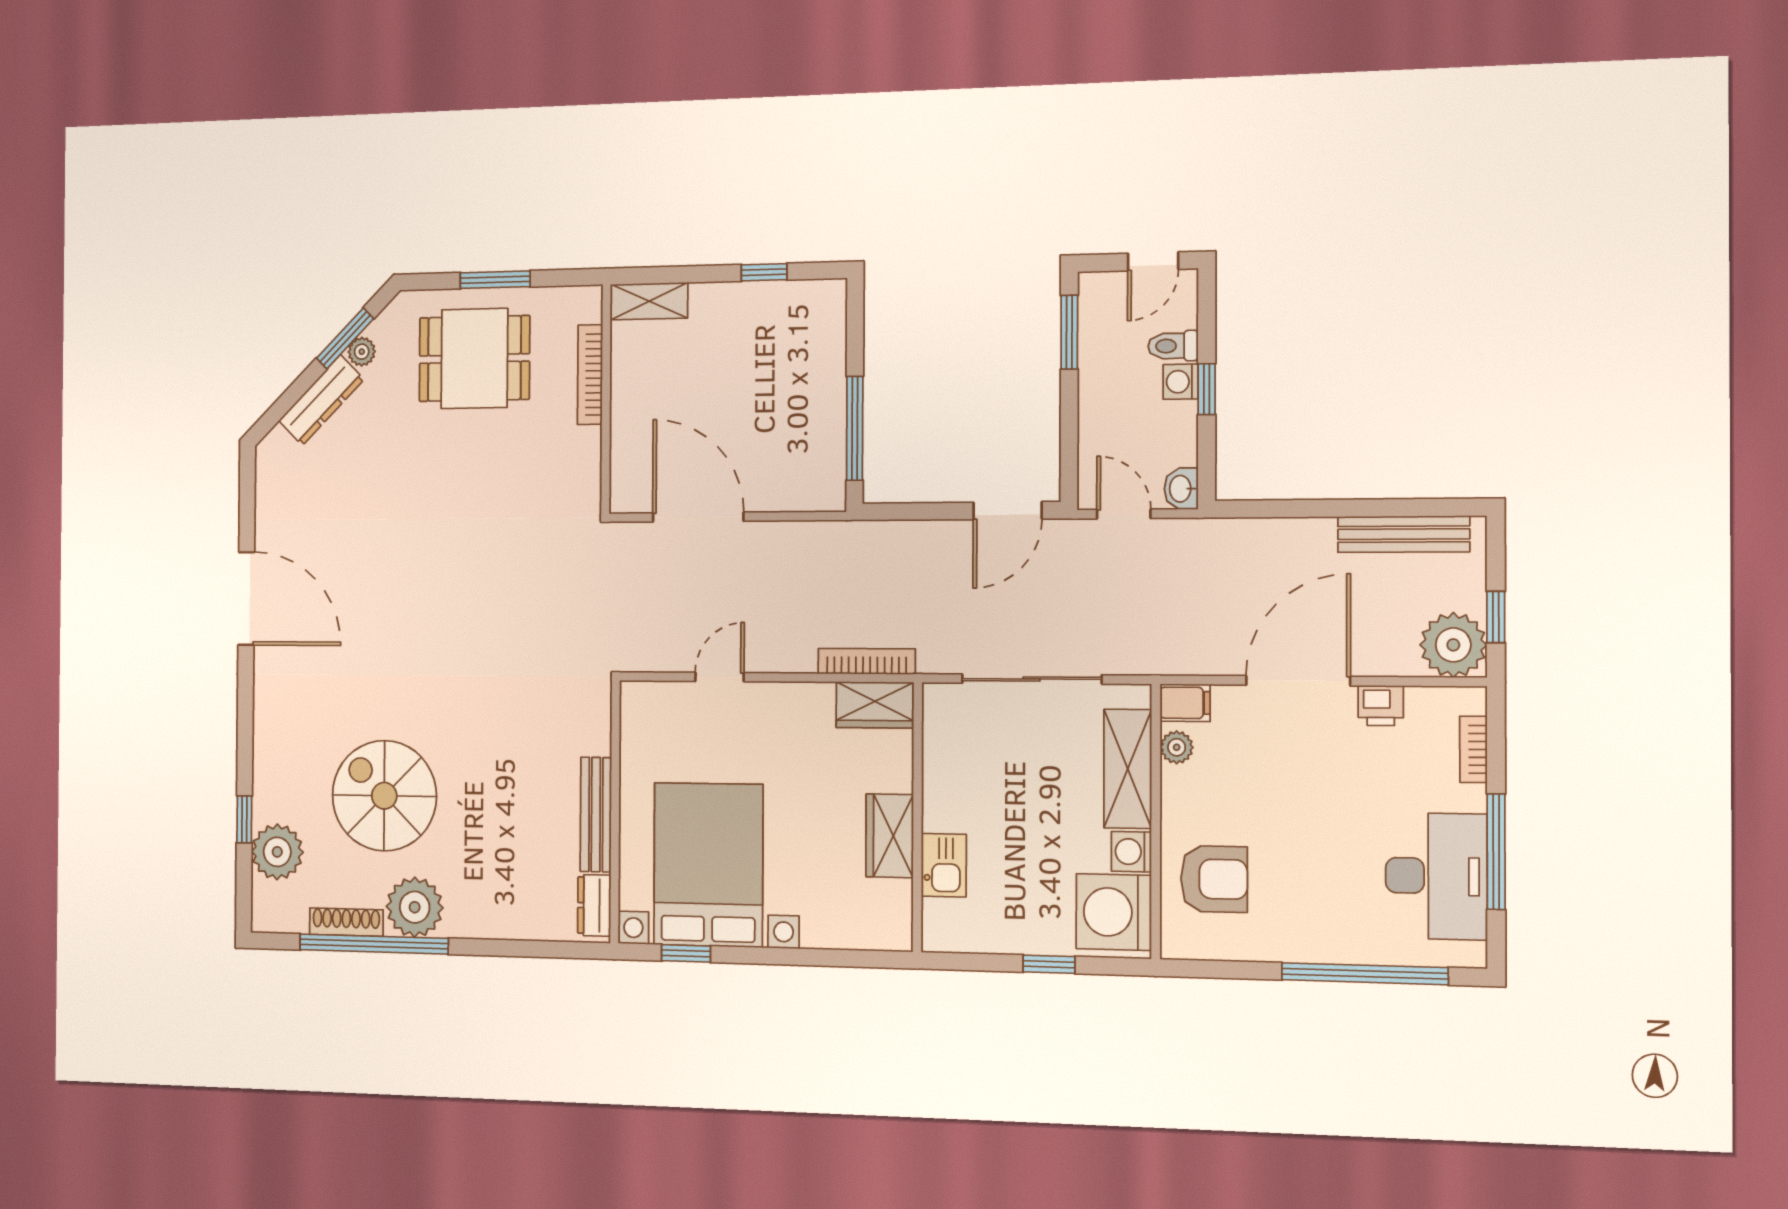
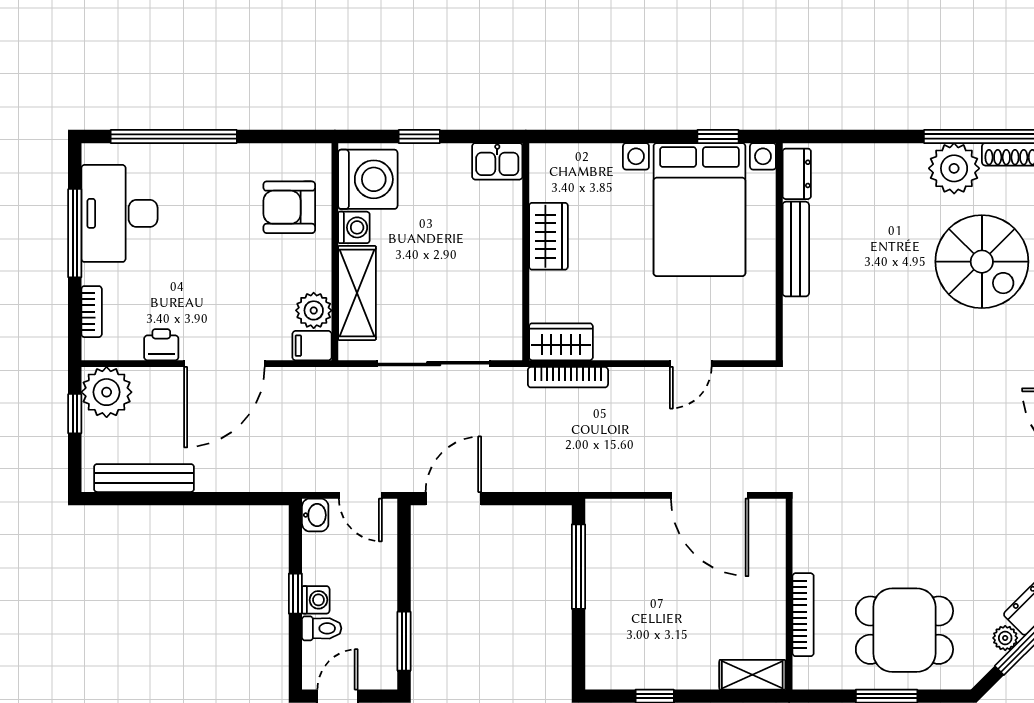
plant: (1177, 747) -> (314, 310), width x1.38, depth x1.38
kitchen sink: (944, 865) -> (497, 161), moved, turned -90

